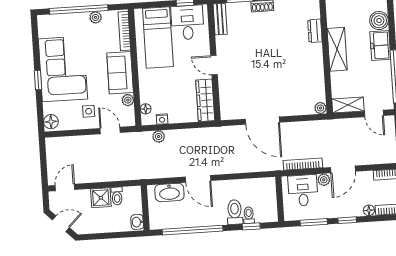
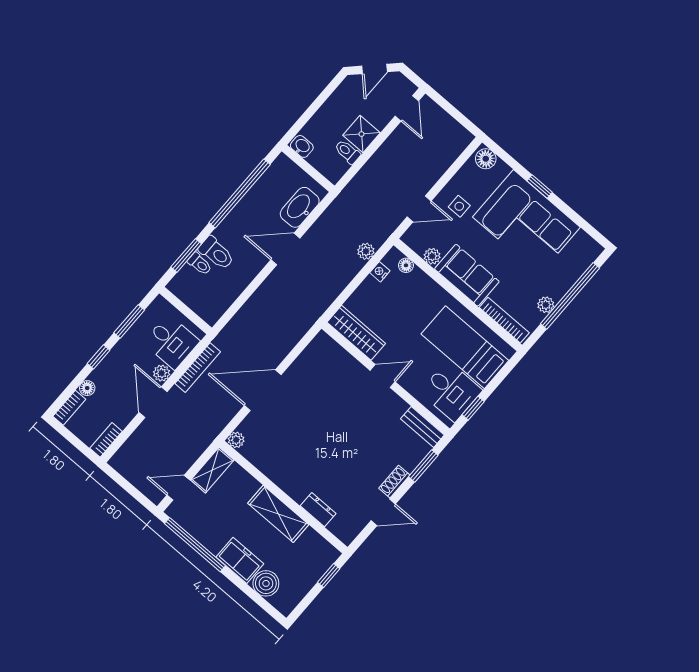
door: (262, 121) -> (263, 390), moved
window: (251, 226) -> (186, 255), width x1.50

